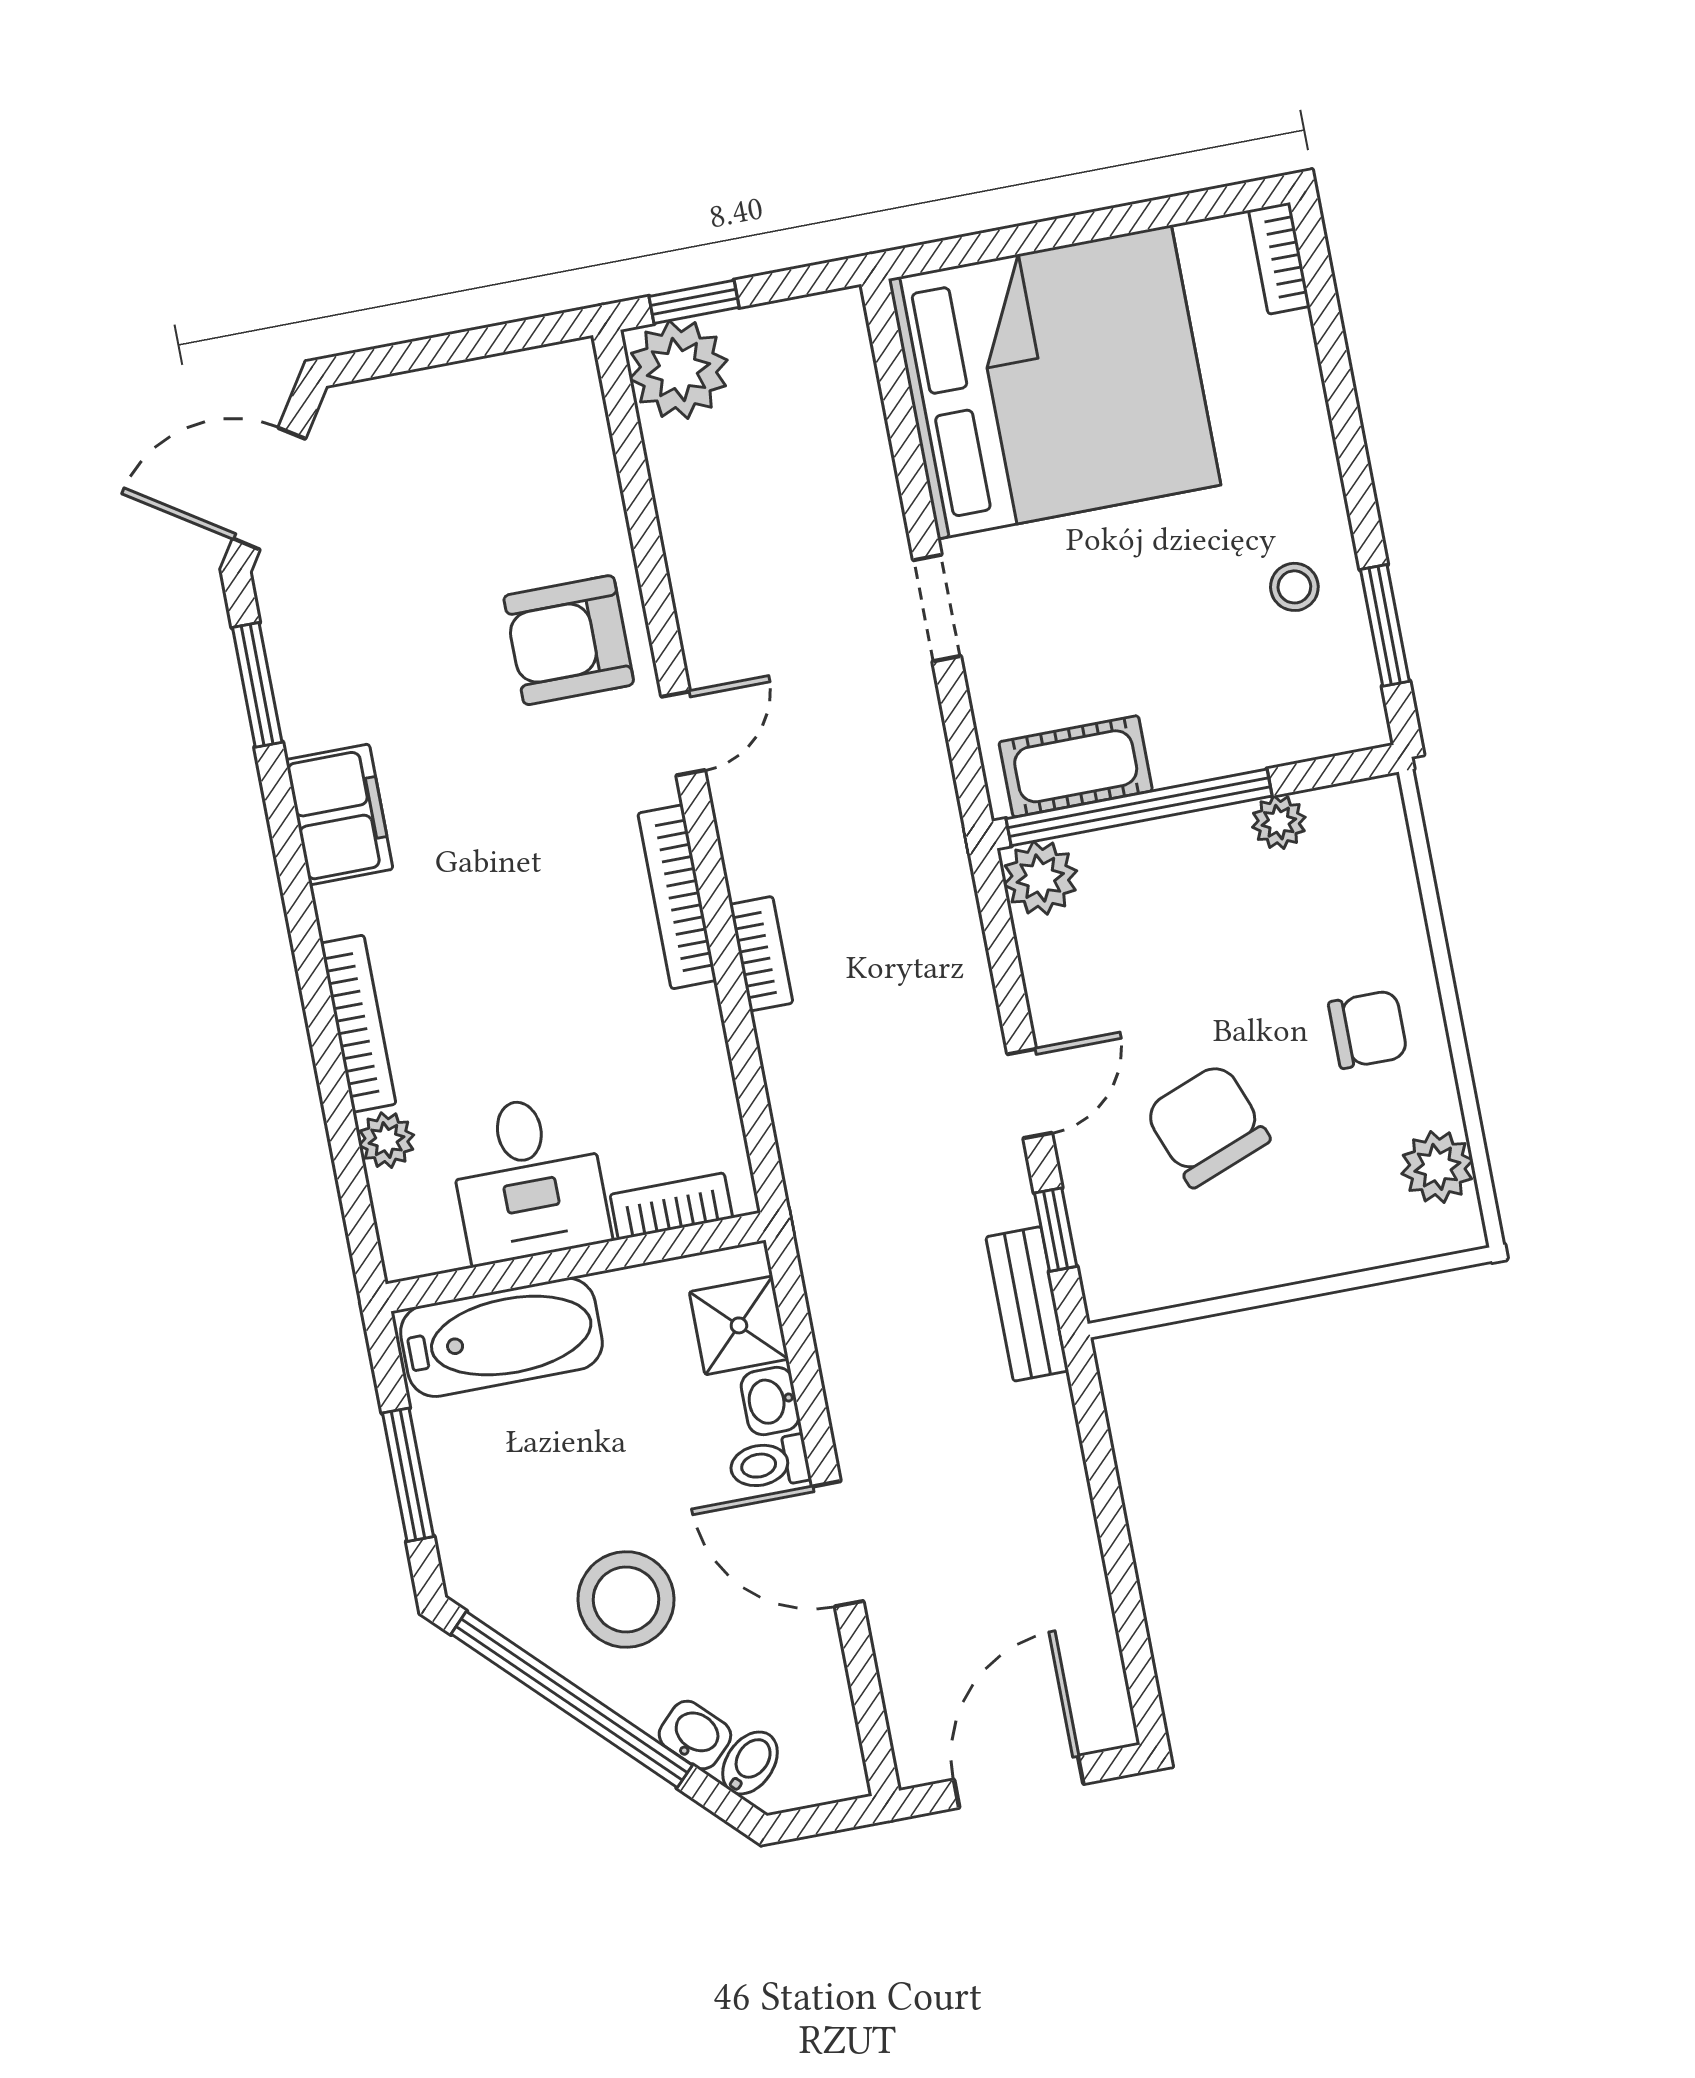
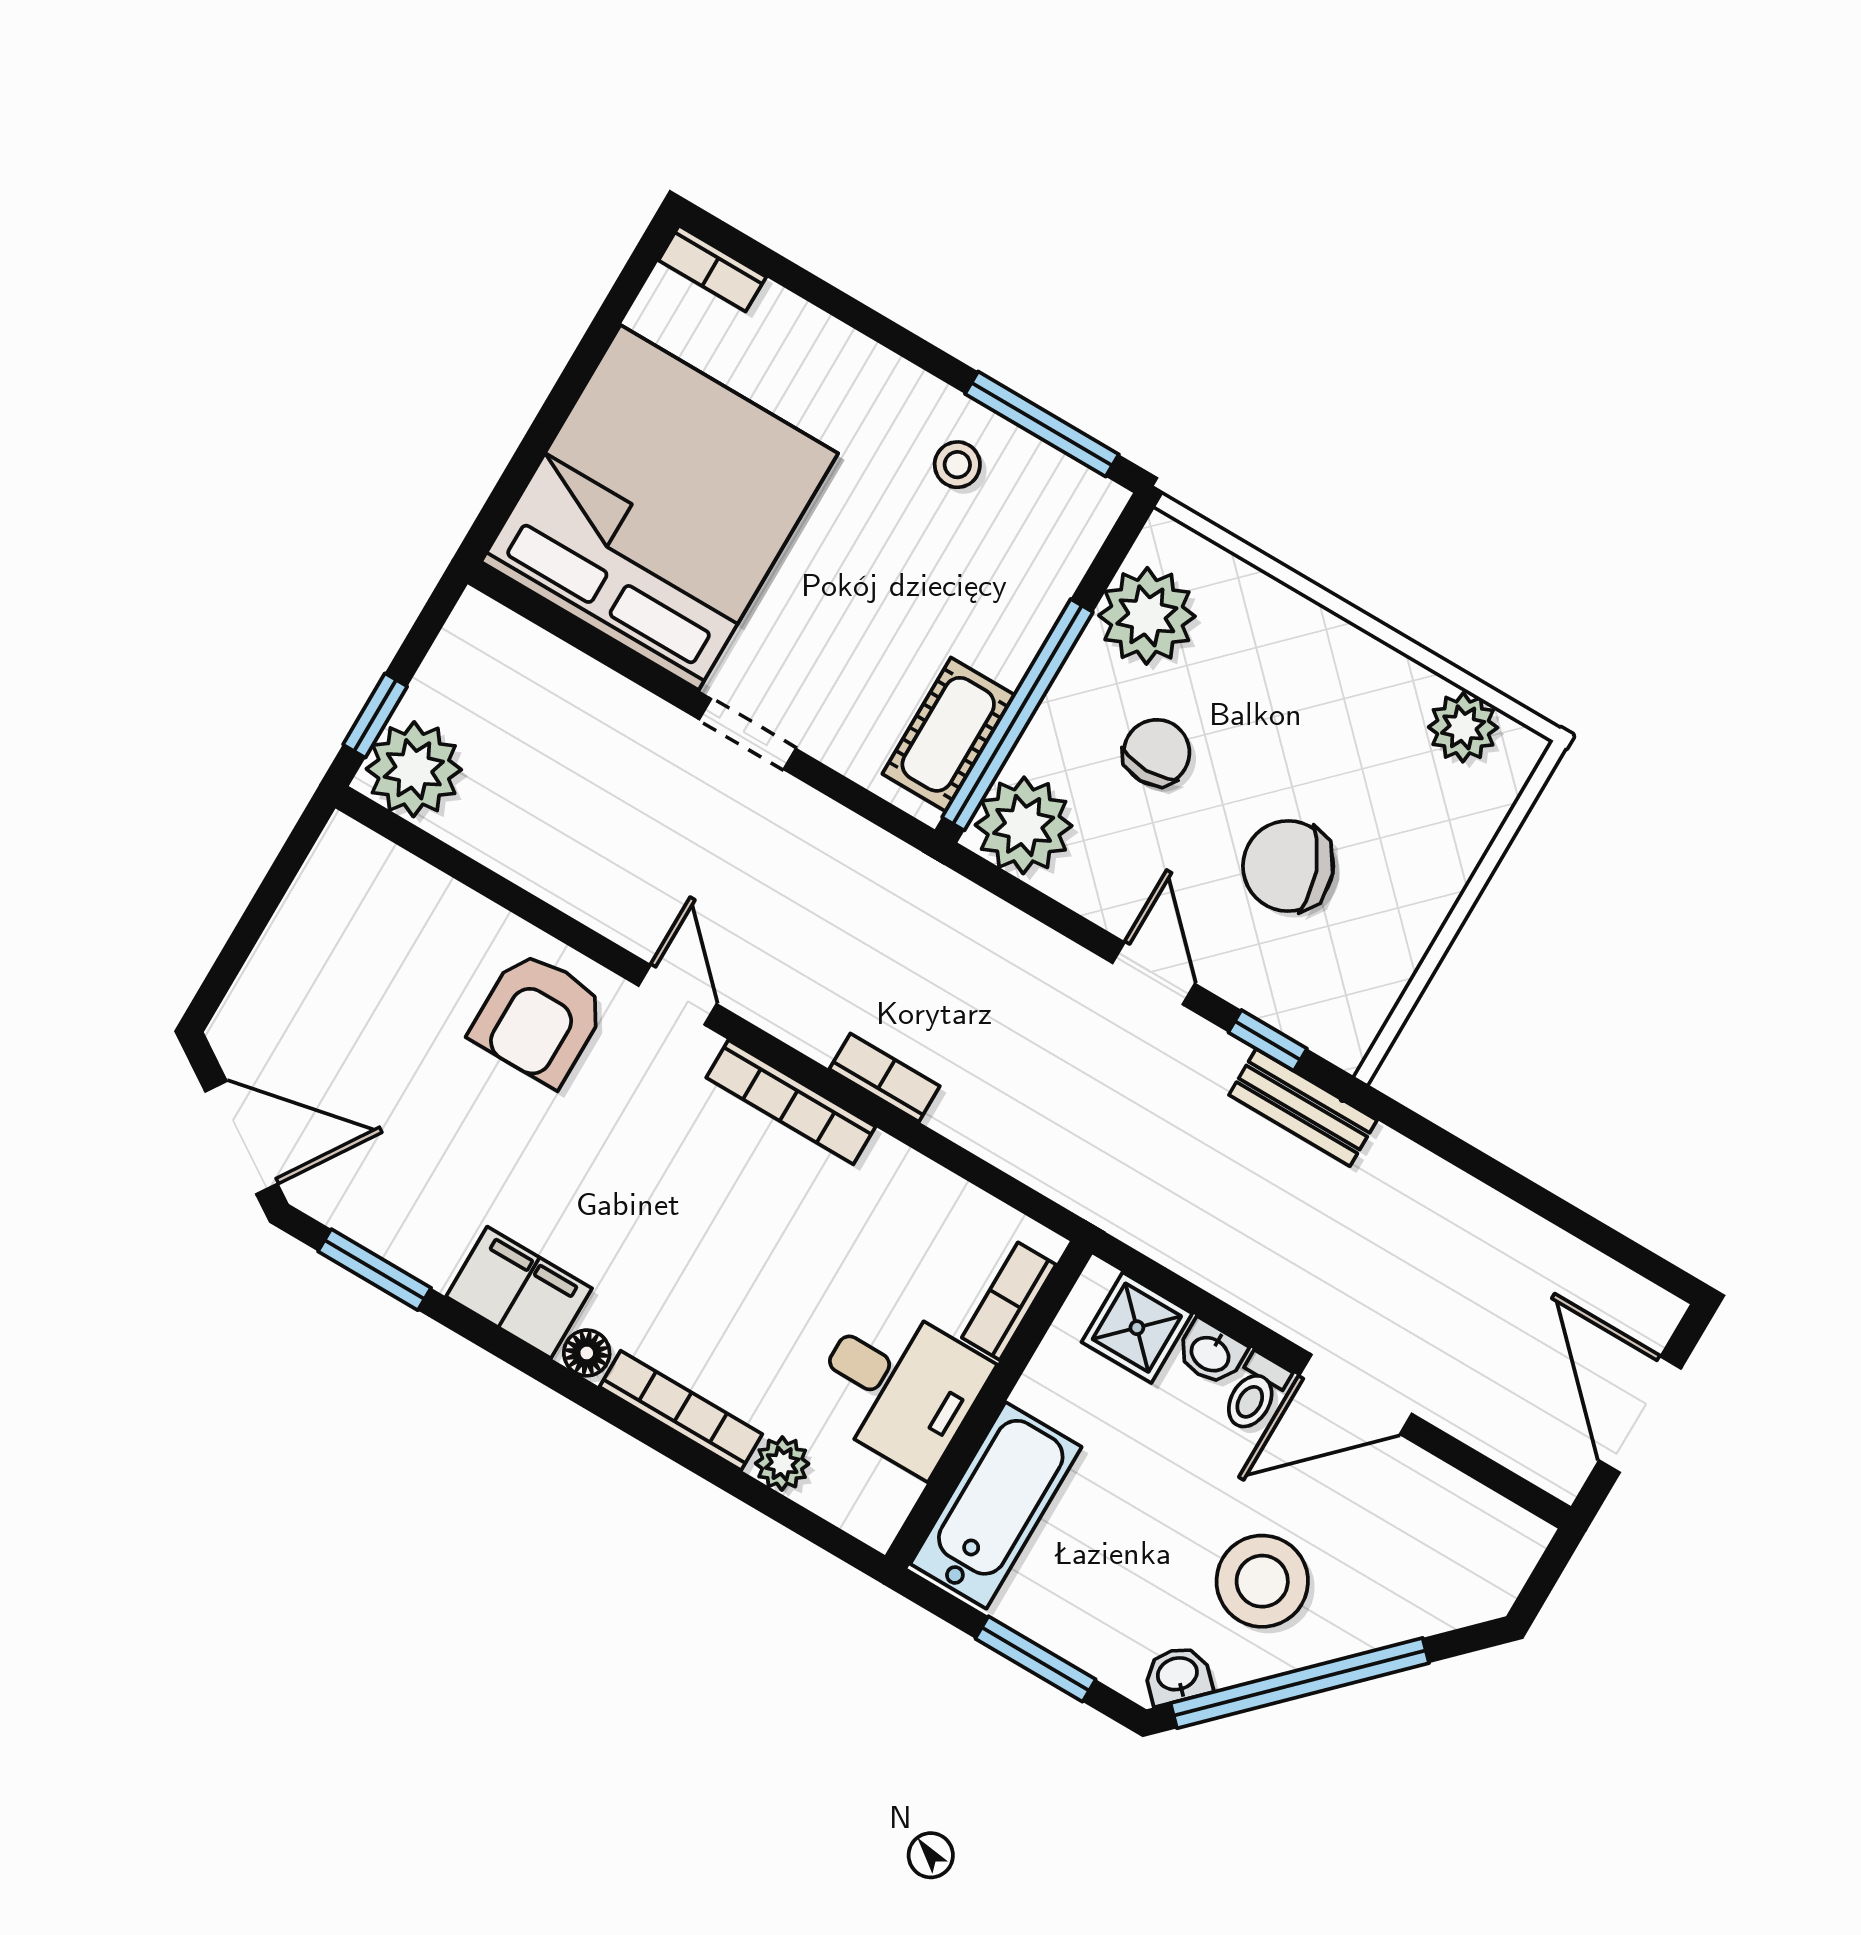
door: (269, 489) -> (241, 1138), swing flipped
window: (1385, 625) -> (1042, 424), width x1.44
plant: (1279, 822) -> (1147, 616), width x1.88, depth x1.88
plant: (1040, 878) -> (1024, 825), width x1.36, depth x1.36
floor lamp: (338, 910) -> (587, 1353), added
chair: (1368, 1029) -> (1157, 752), moved
washbasin: (695, 1735) -> (1178, 1675), moved
bidet: (750, 1763) -> (1457, 1595), removed

